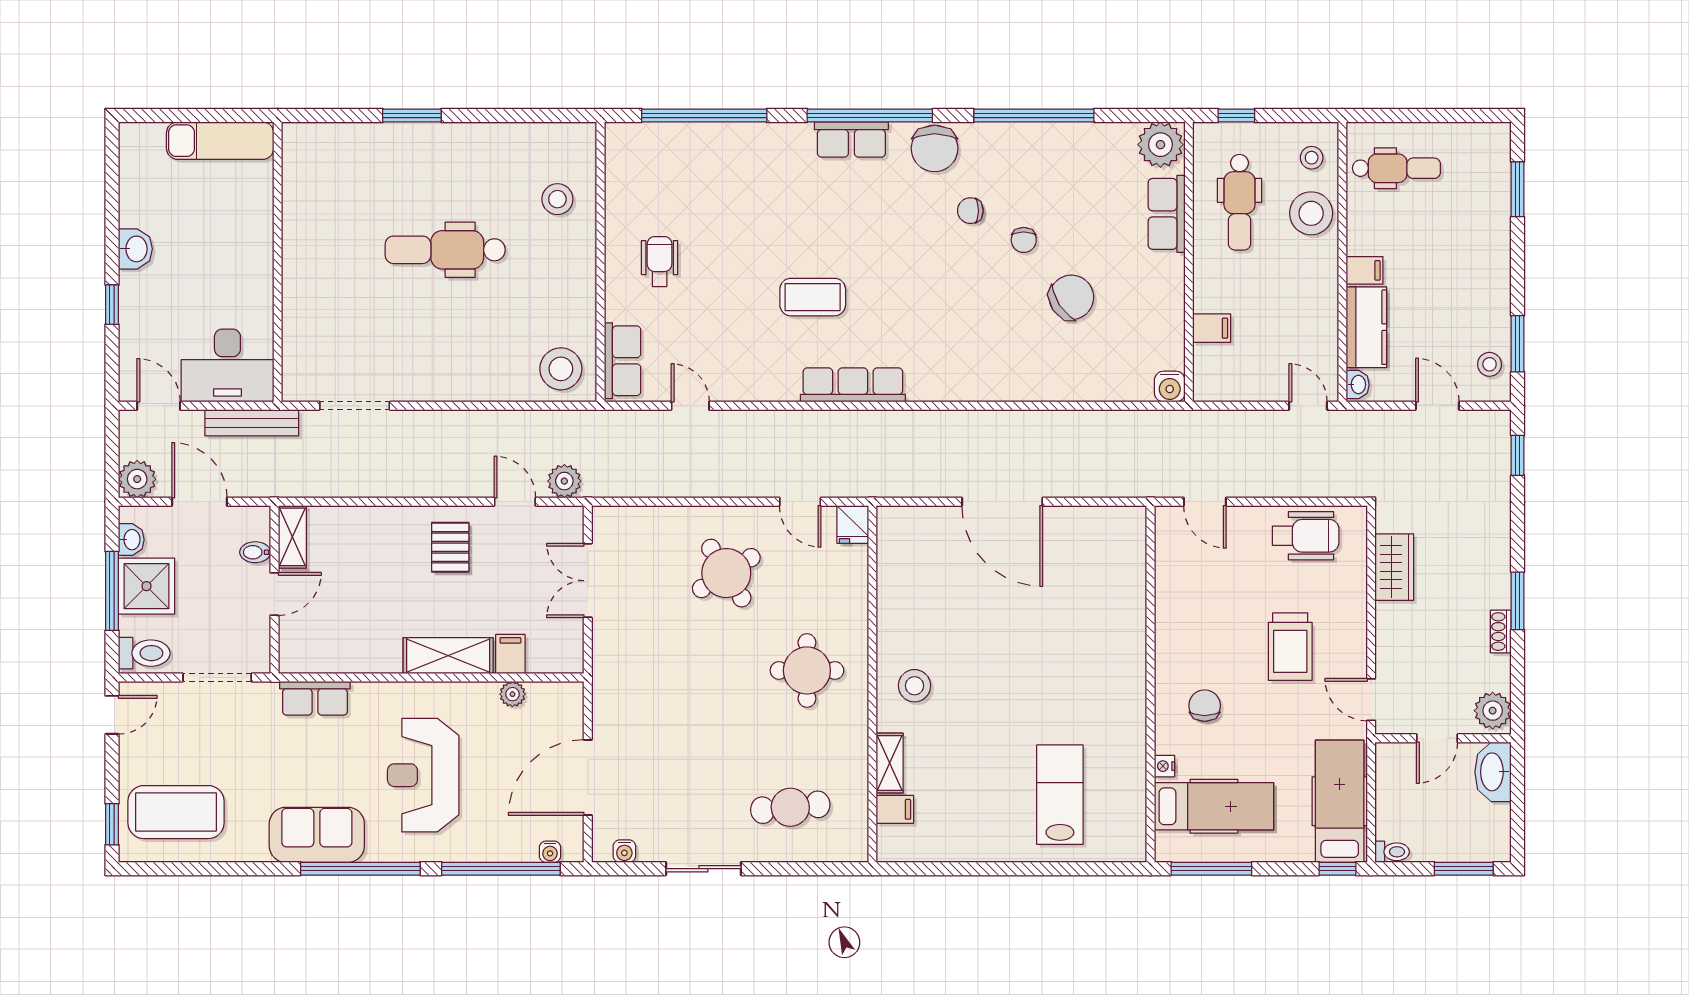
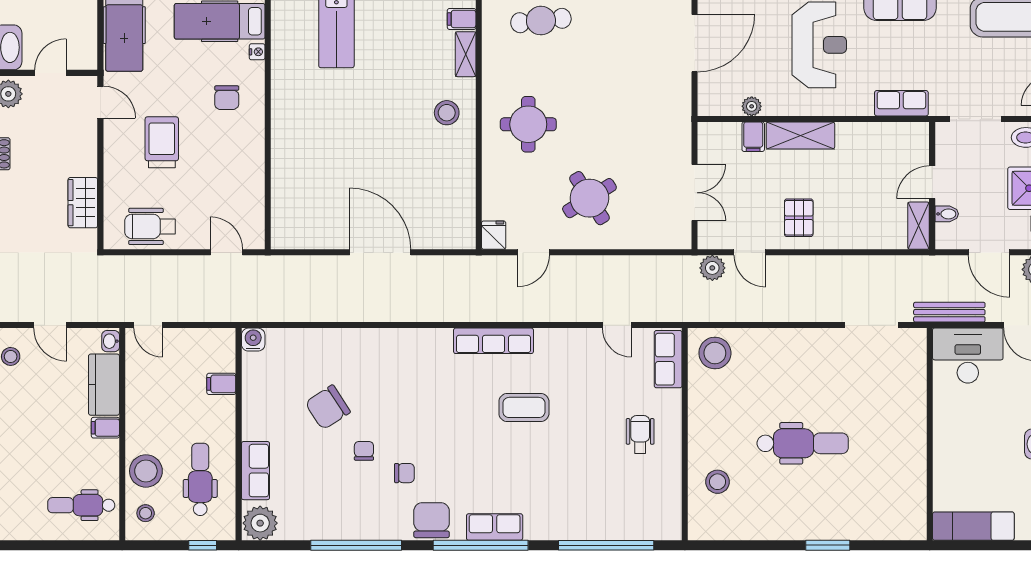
wheelchair: (660, 262) -> (640, 434), turned 180
door: (800, 502) -> (533, 252), swing flipped

